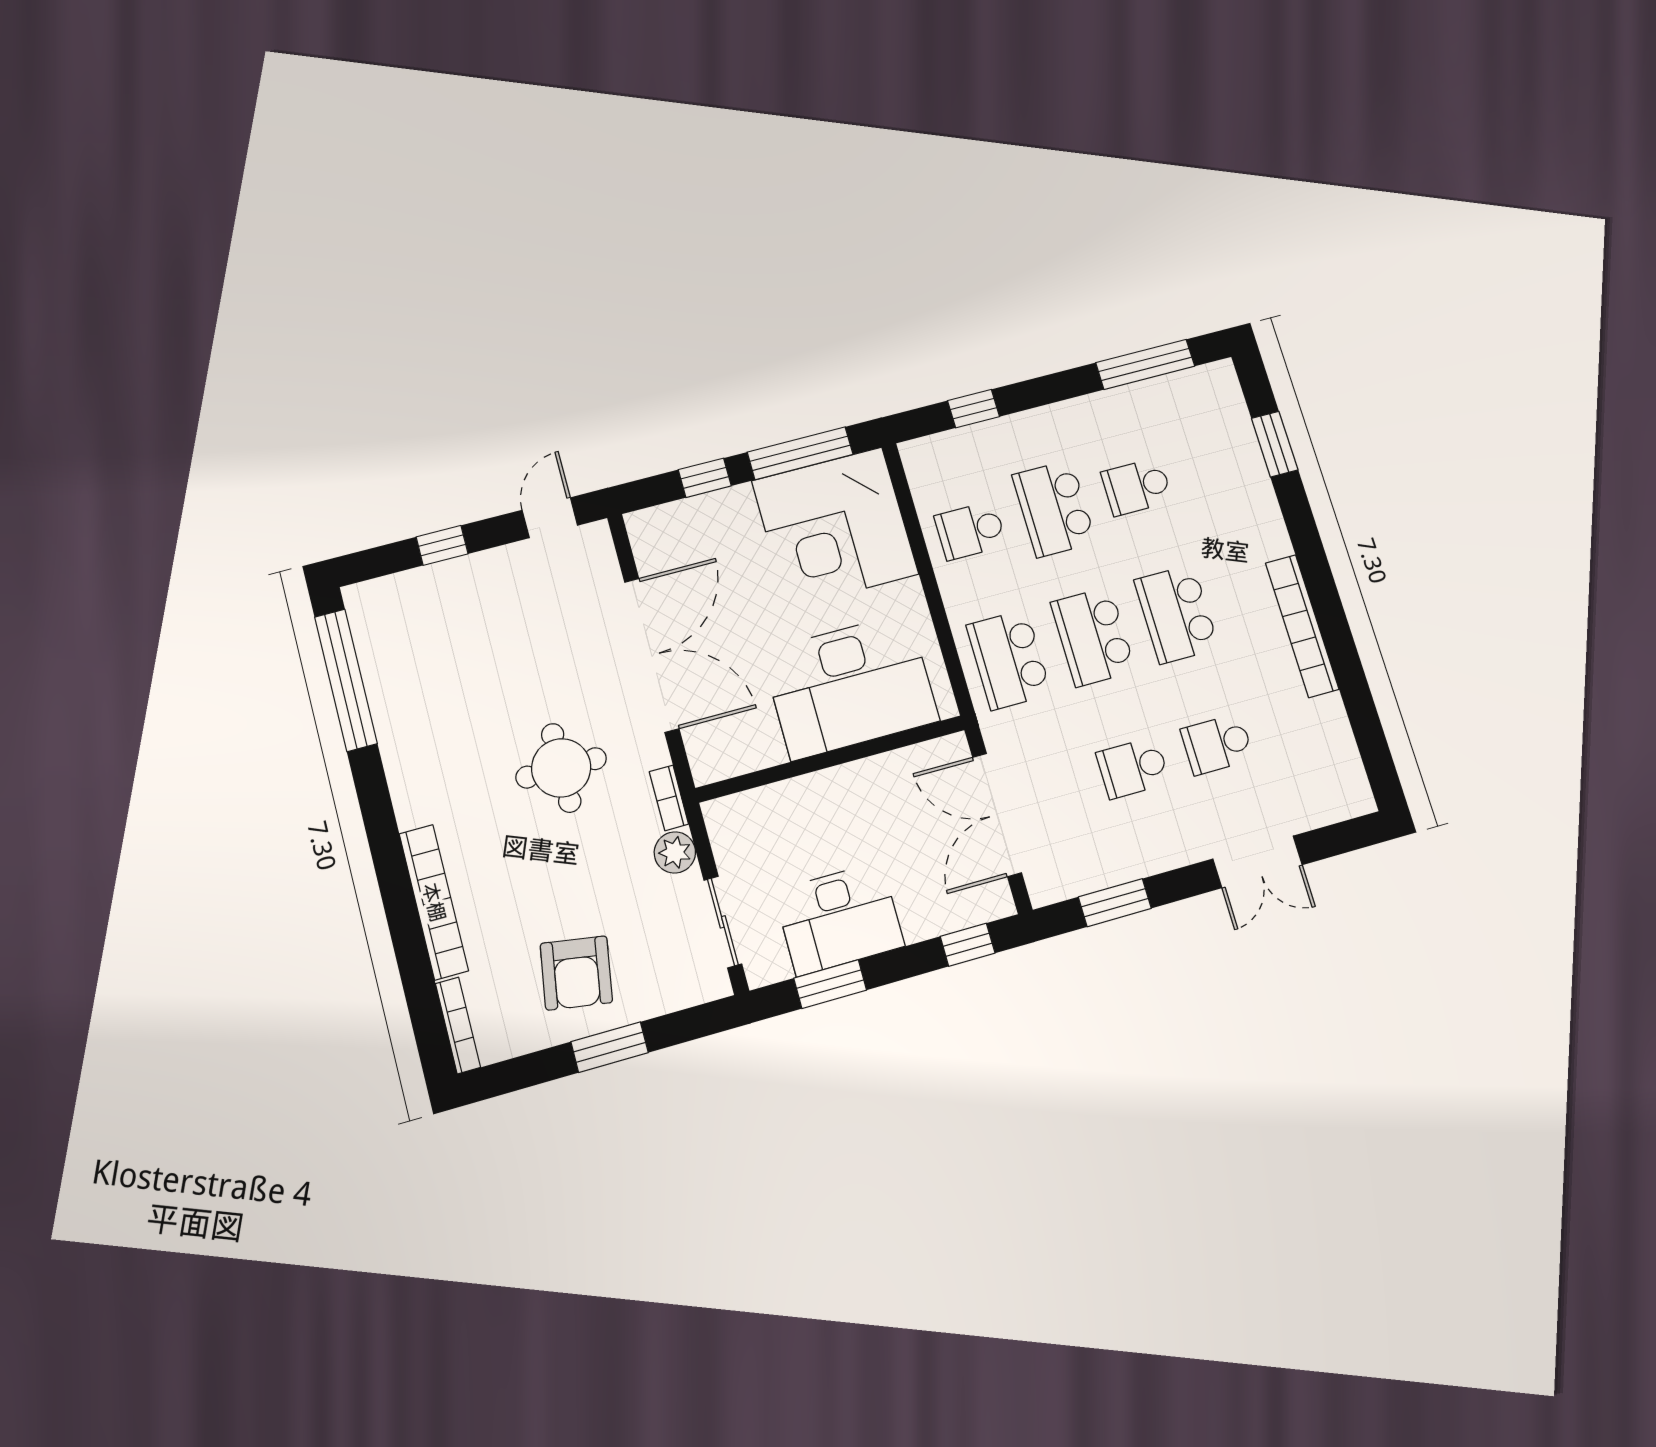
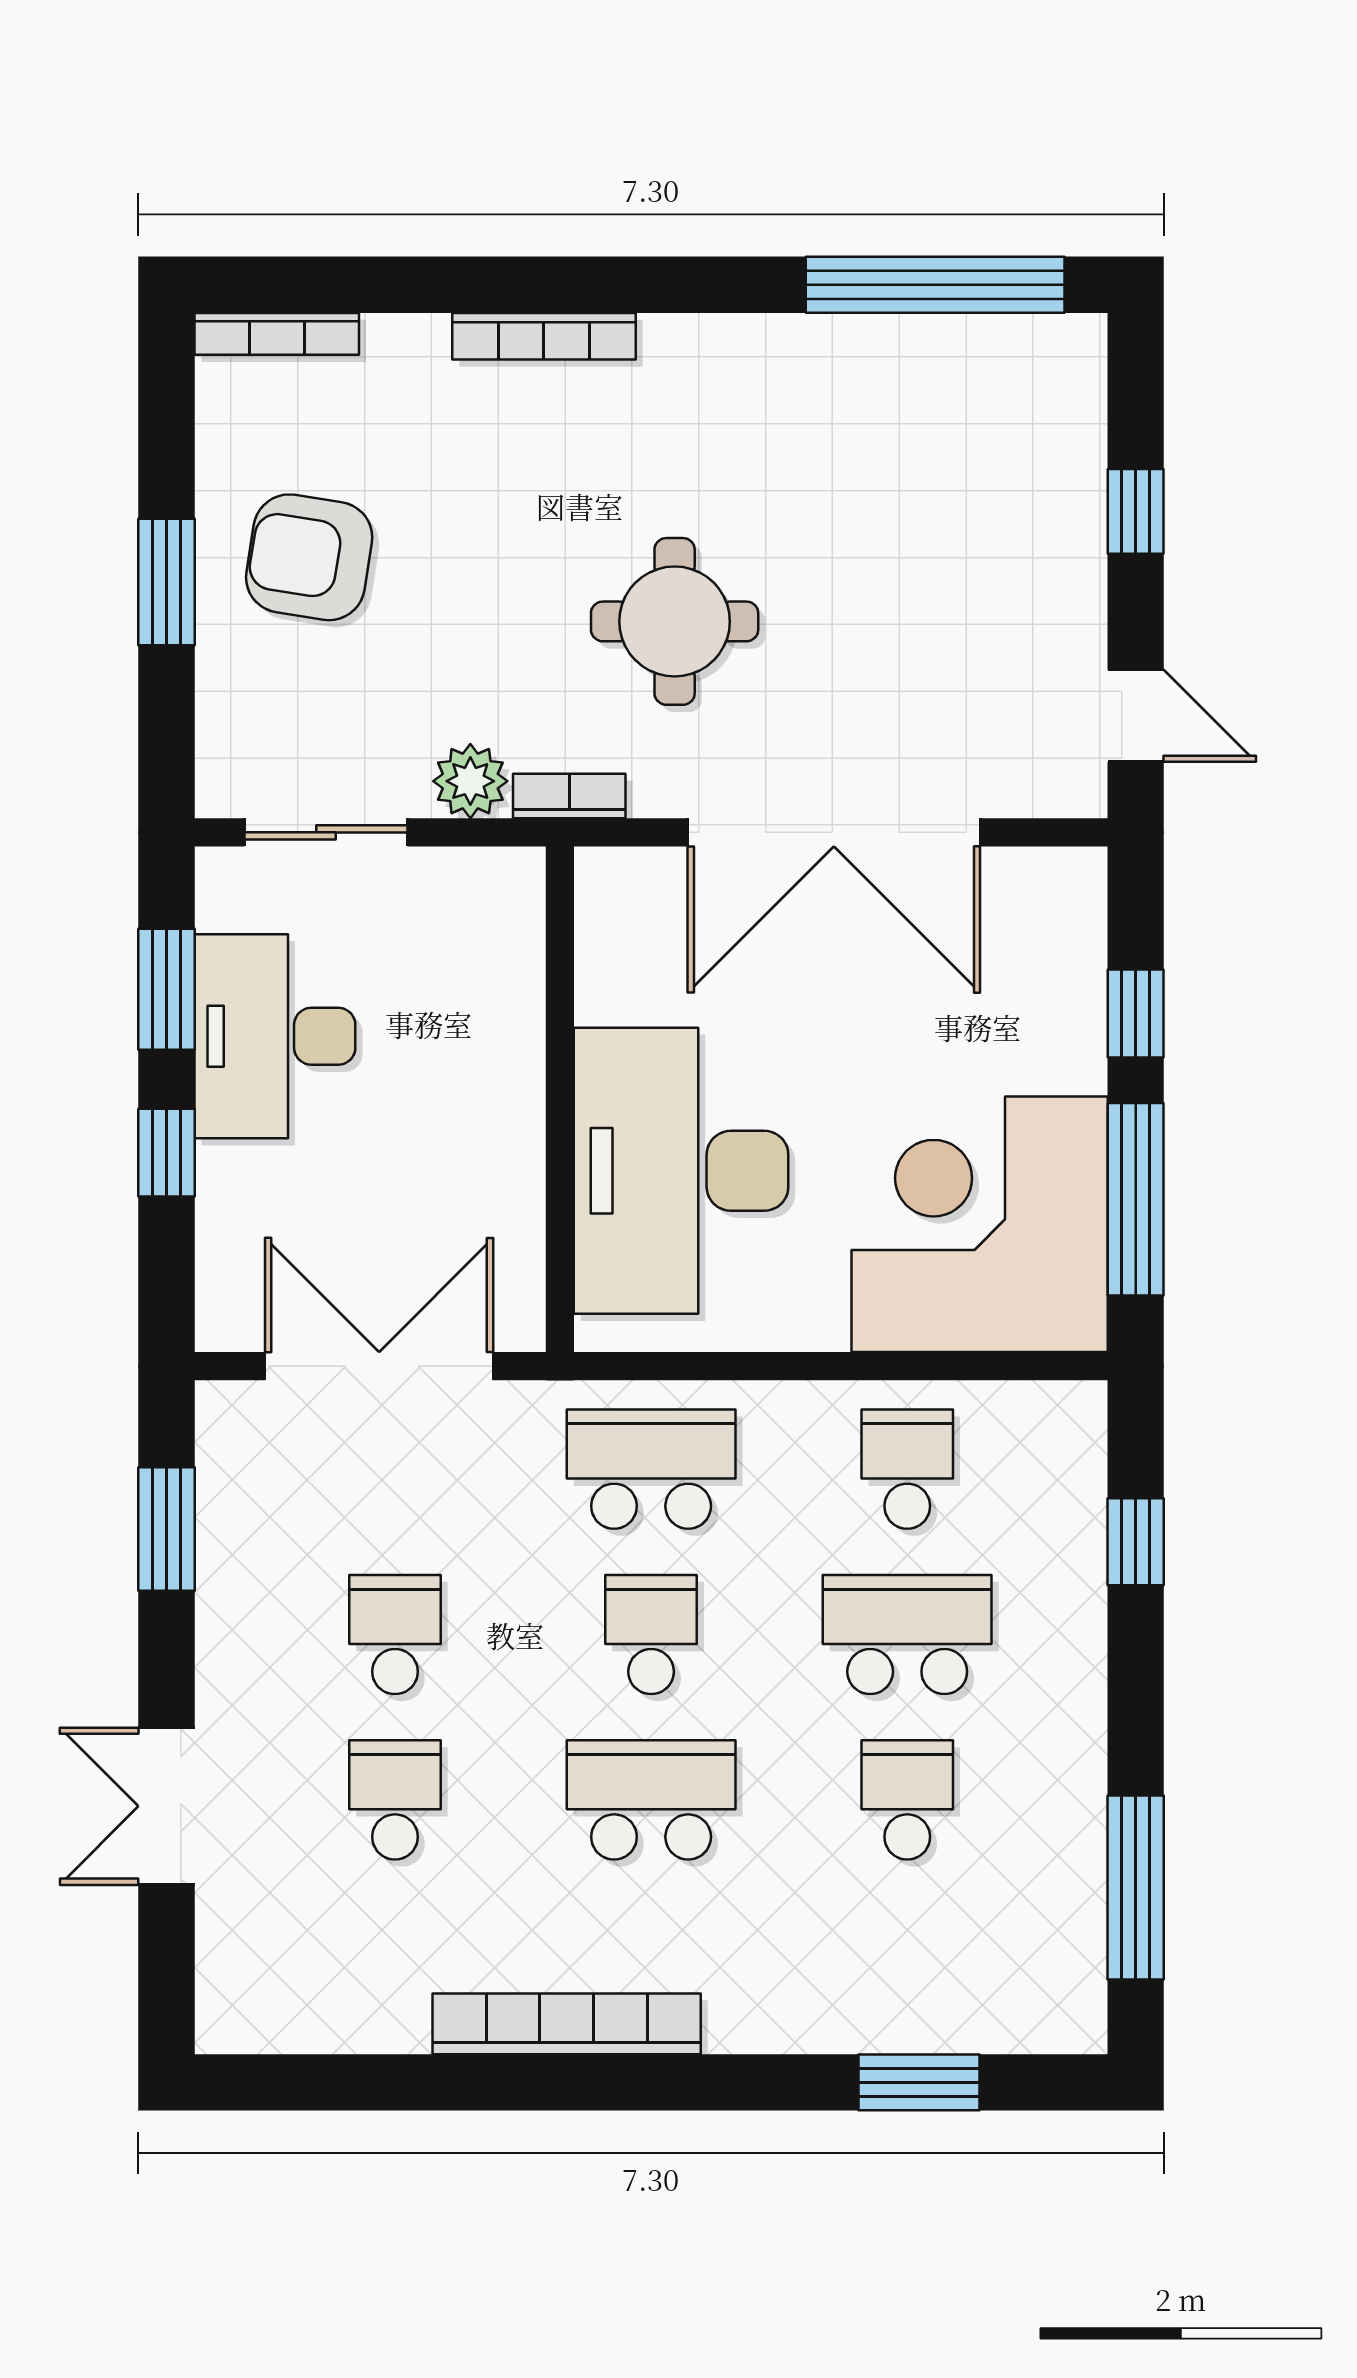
school desk: (1093, 637) -> (651, 1635), width x0.54
bookcase: (434, 902) -> (544, 336), width x0.68, depth x0.76
window: (968, 945) -> (167, 1153), moved

